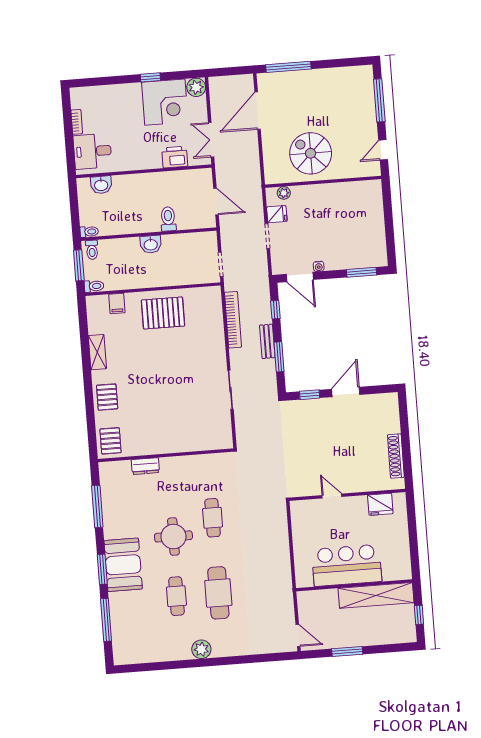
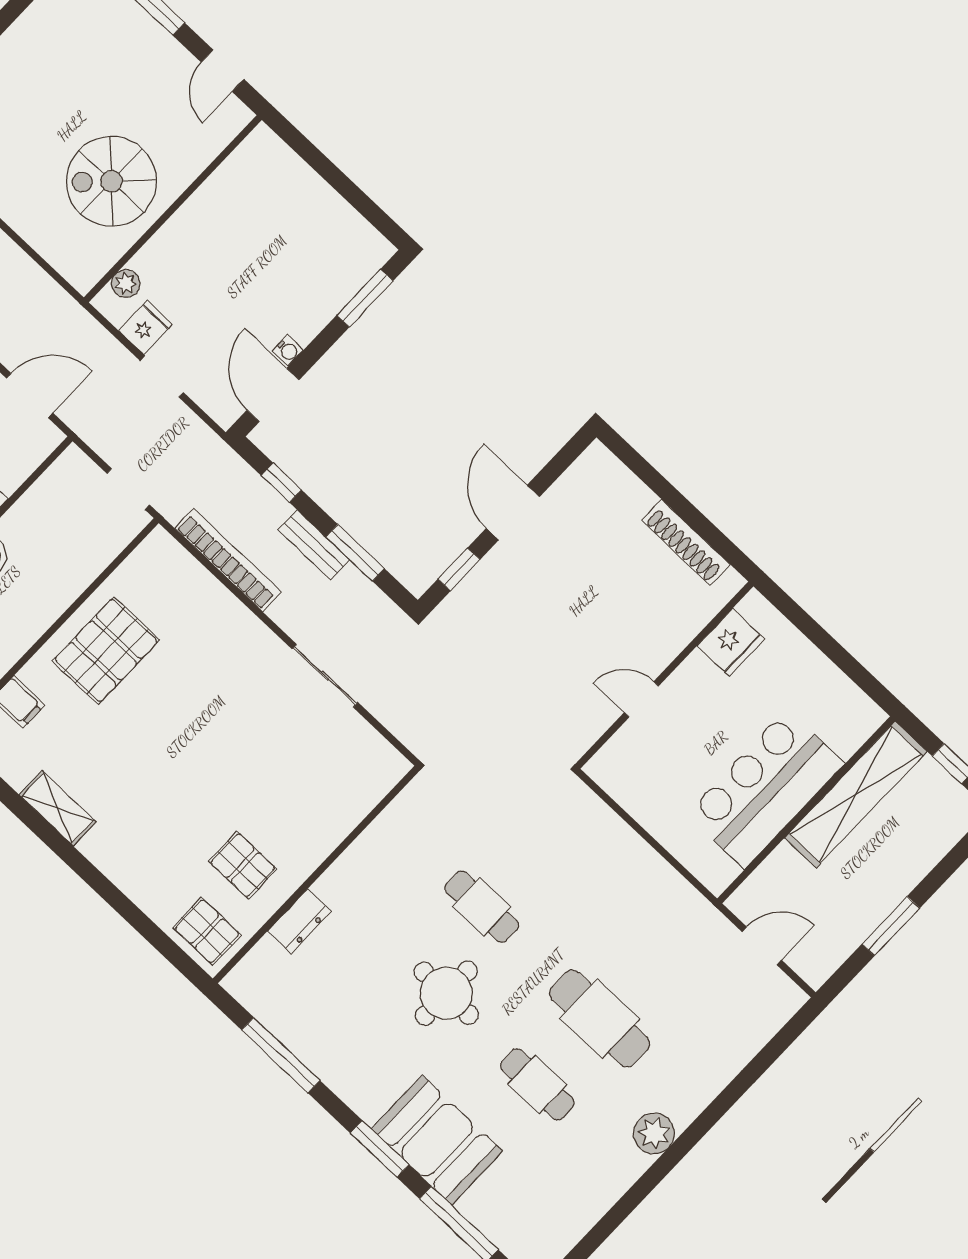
door: (300, 277) -> (273, 395), swing flipped
pallet: (107, 397) -> (243, 865), moved
booth: (123, 565) -> (437, 1140), moved
door: (298, 636) -> (762, 946), moved

